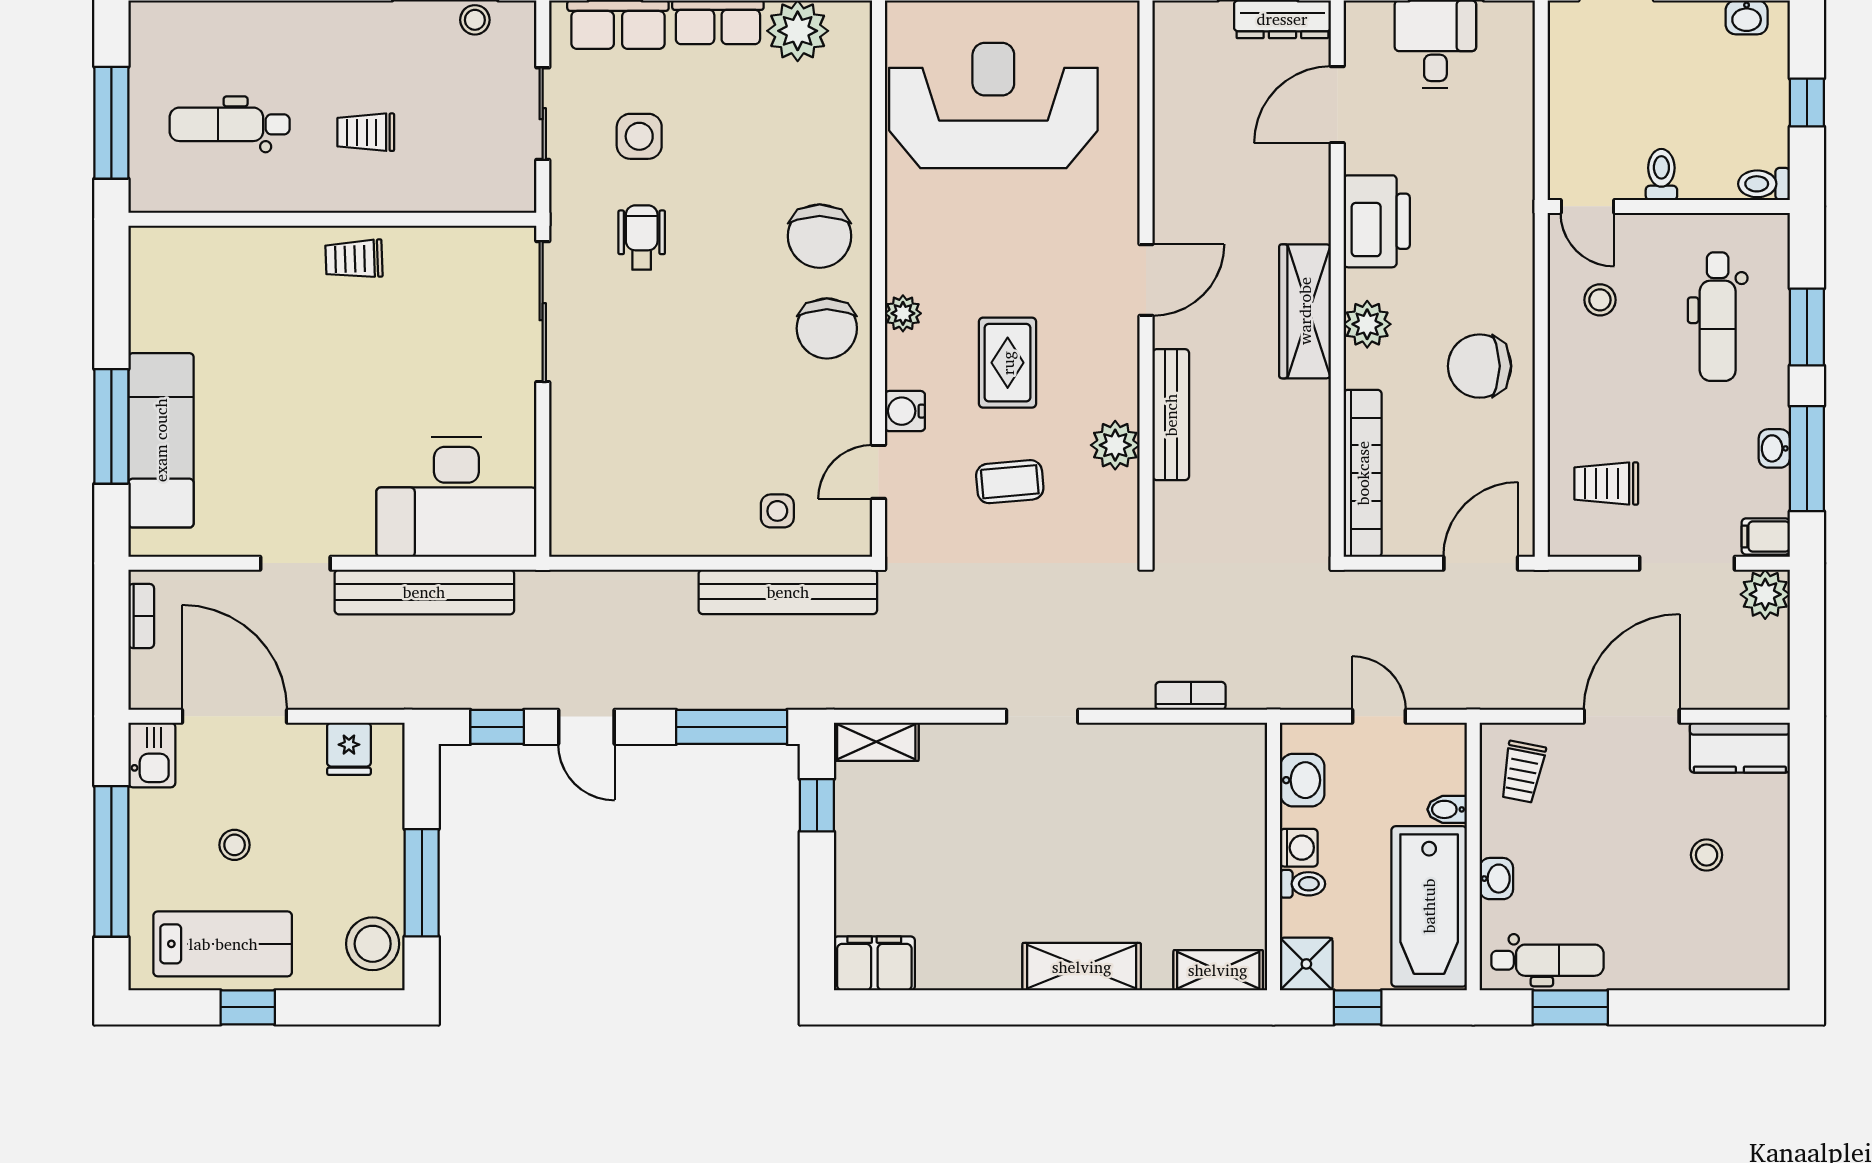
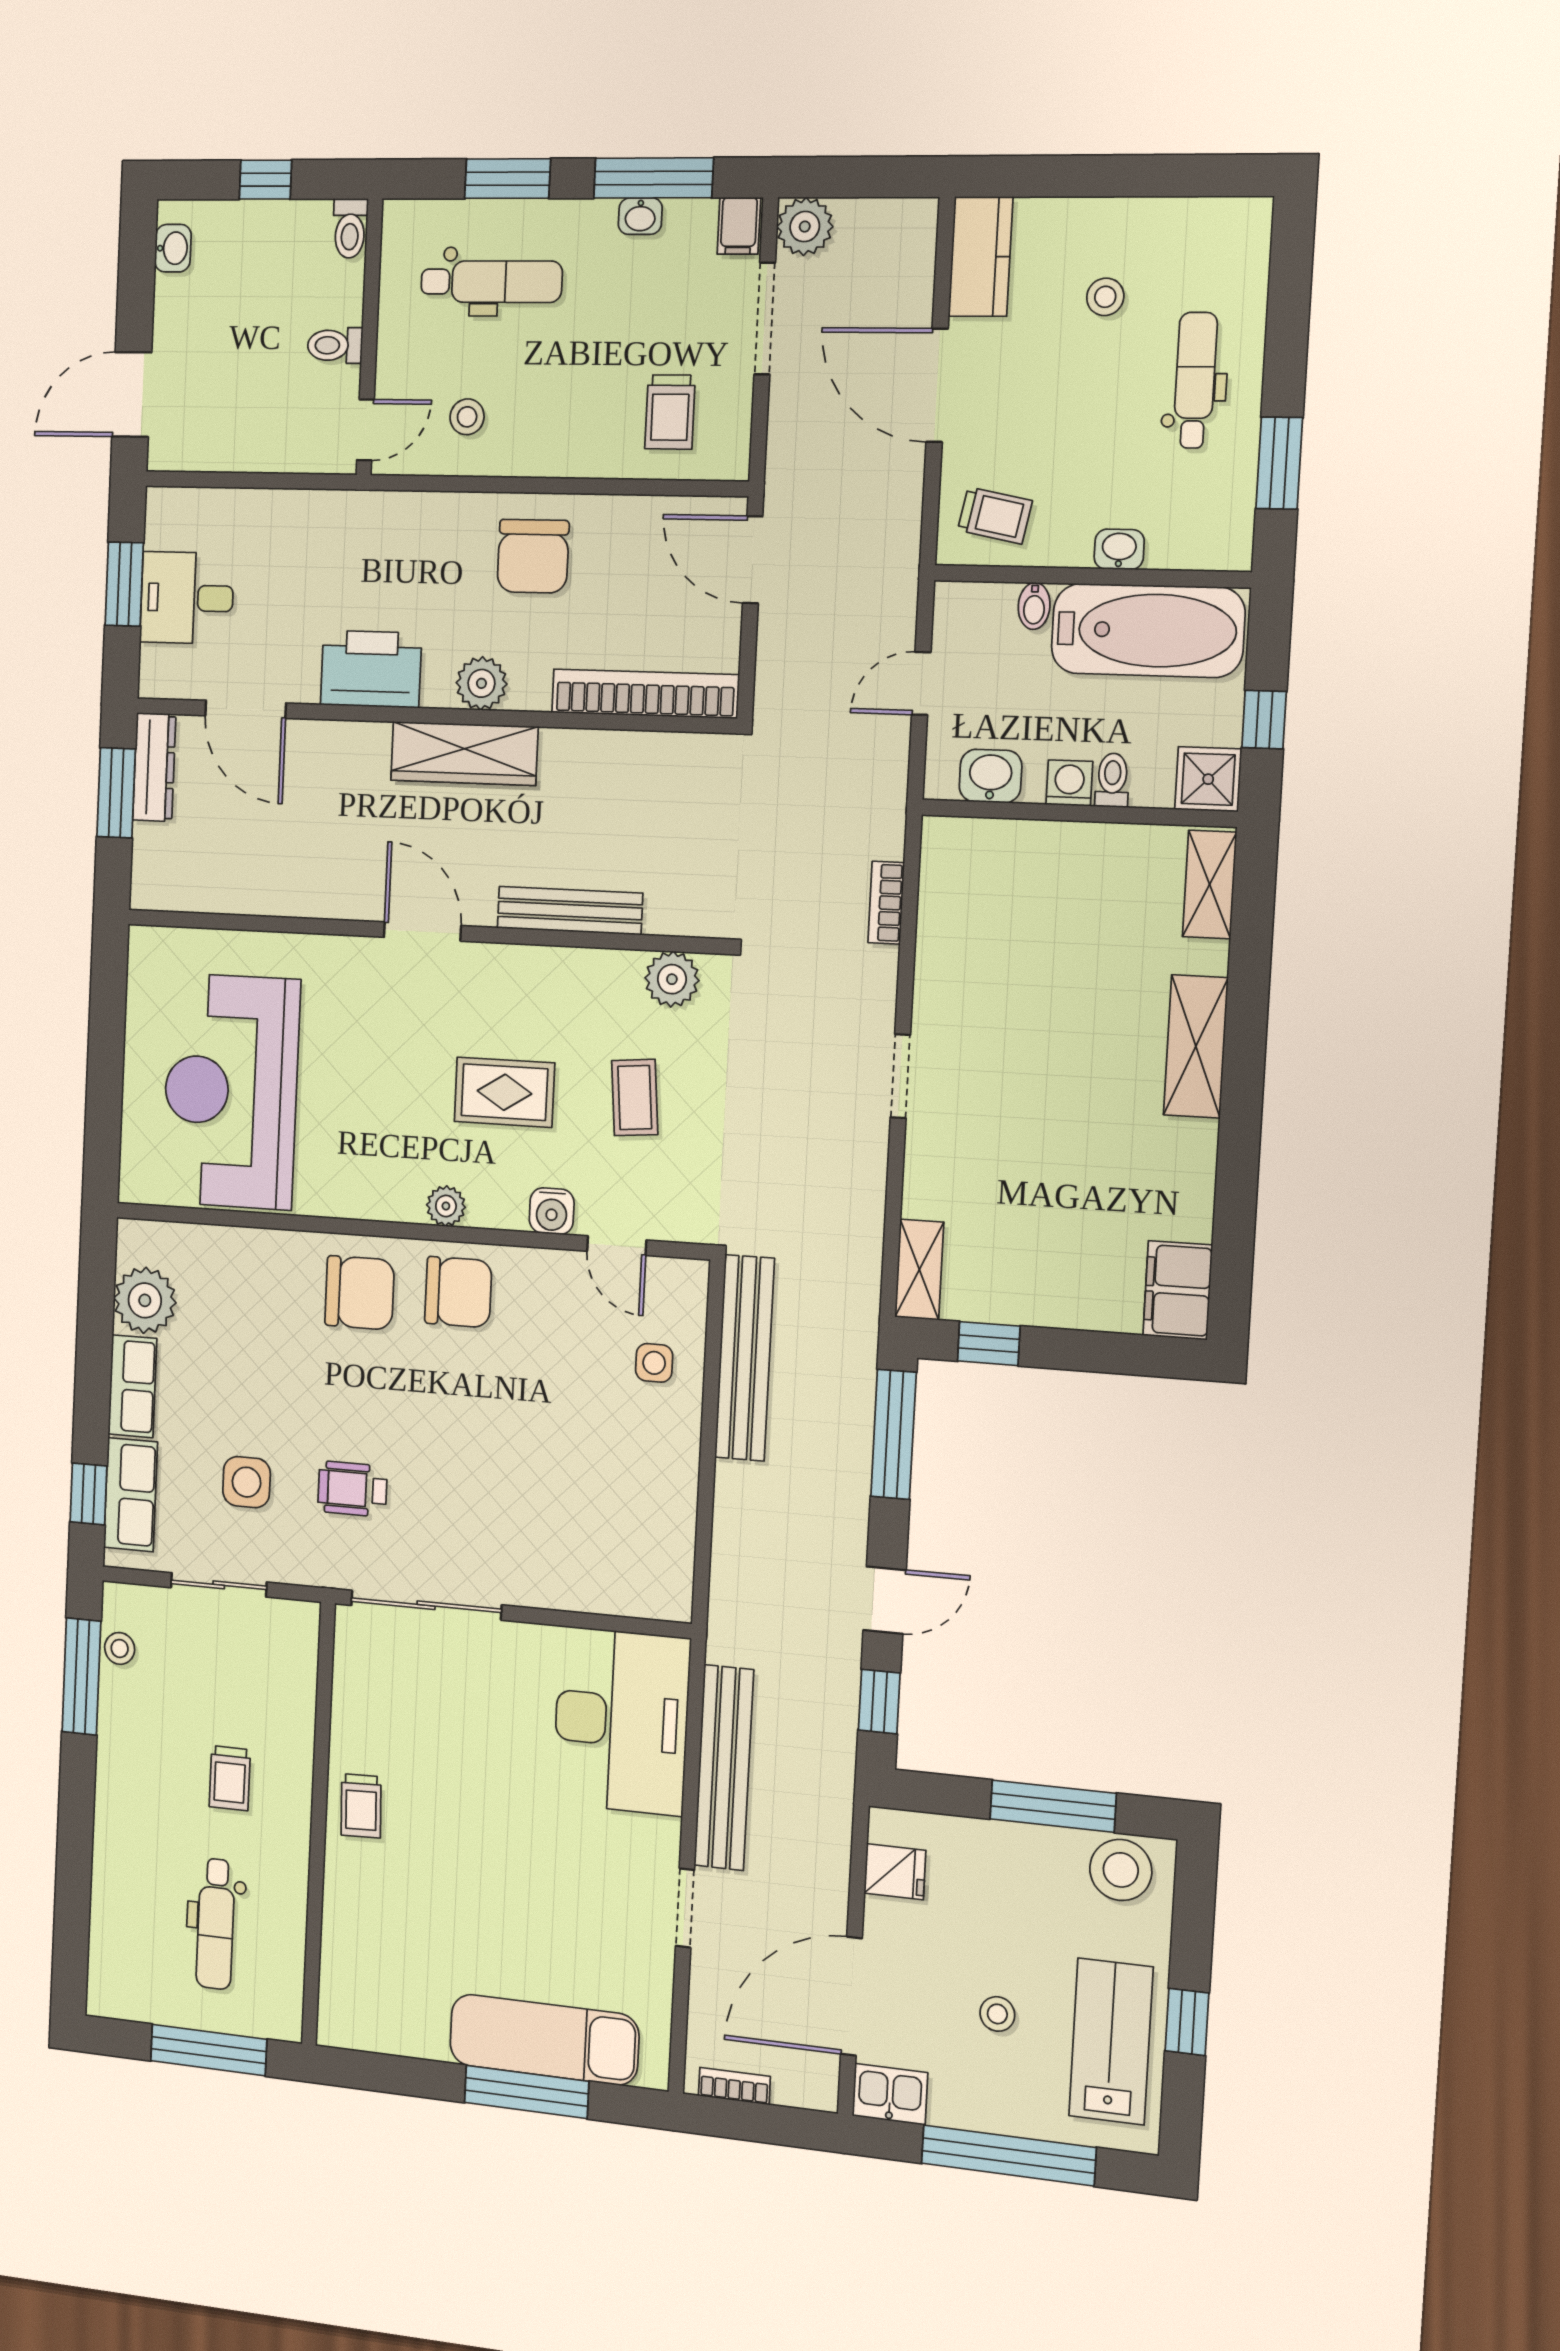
plant: (1115, 445) -> (672, 979), moved
dental chair: (1547, 960) -> (1195, 380), moved

